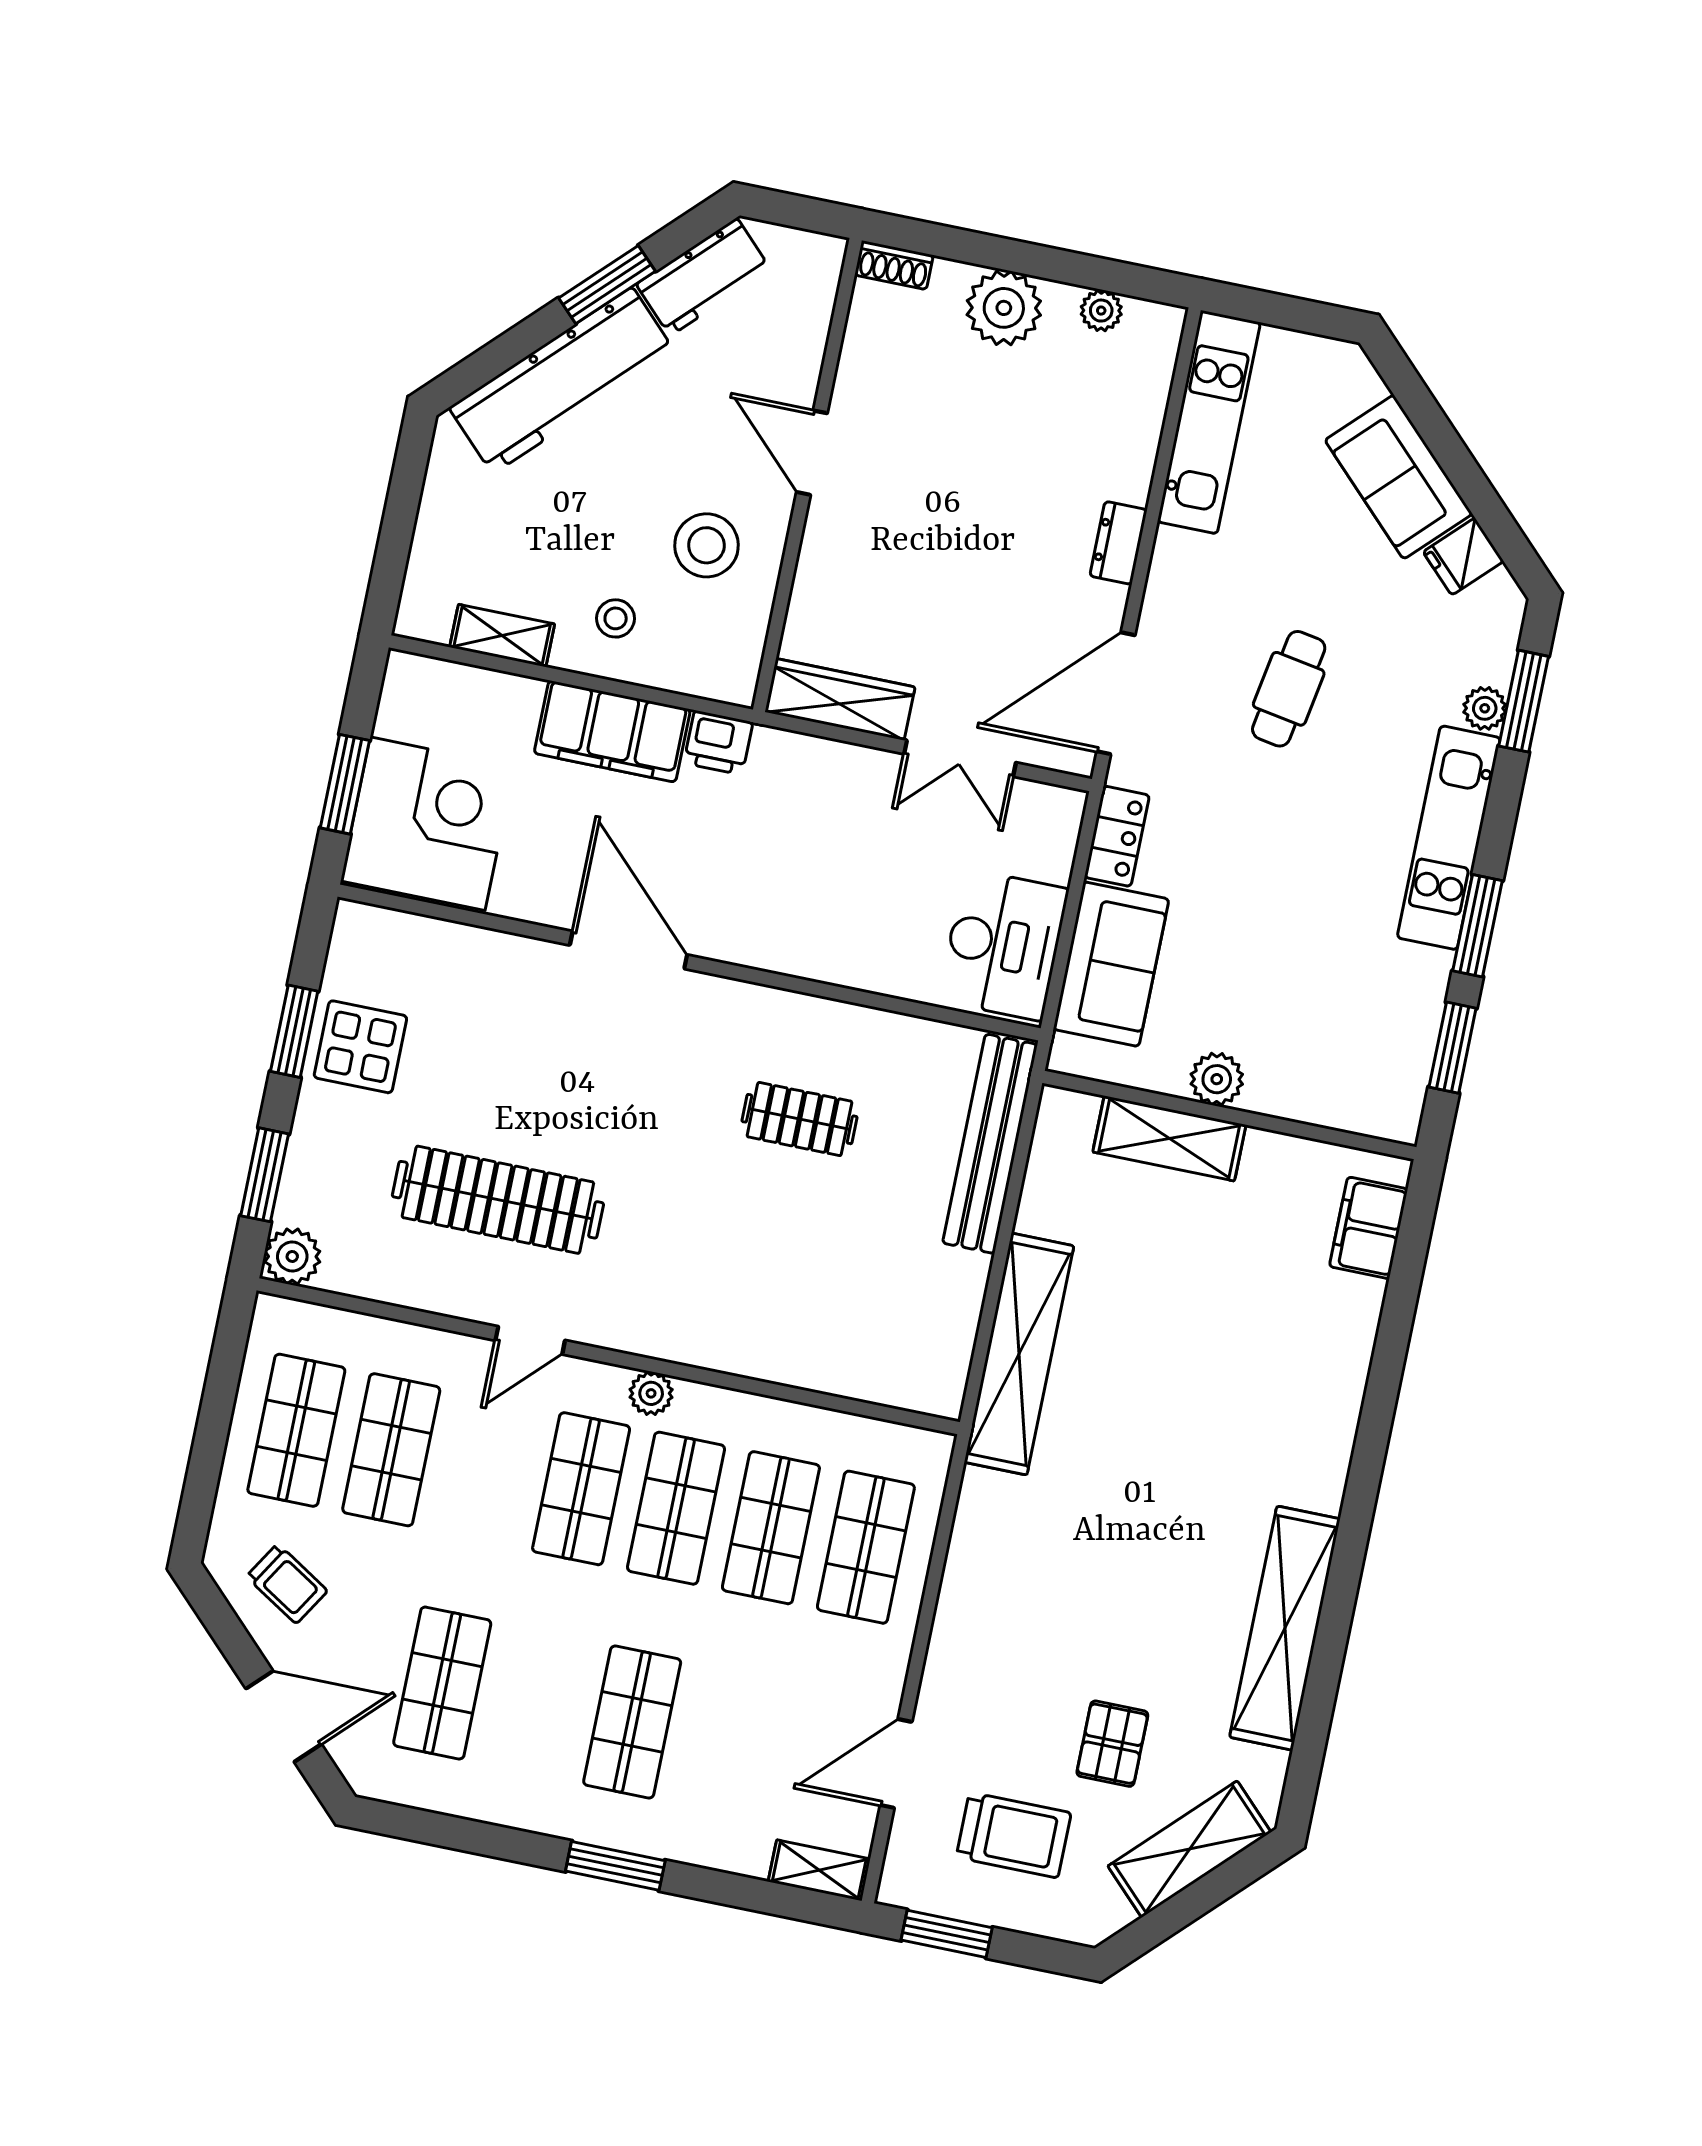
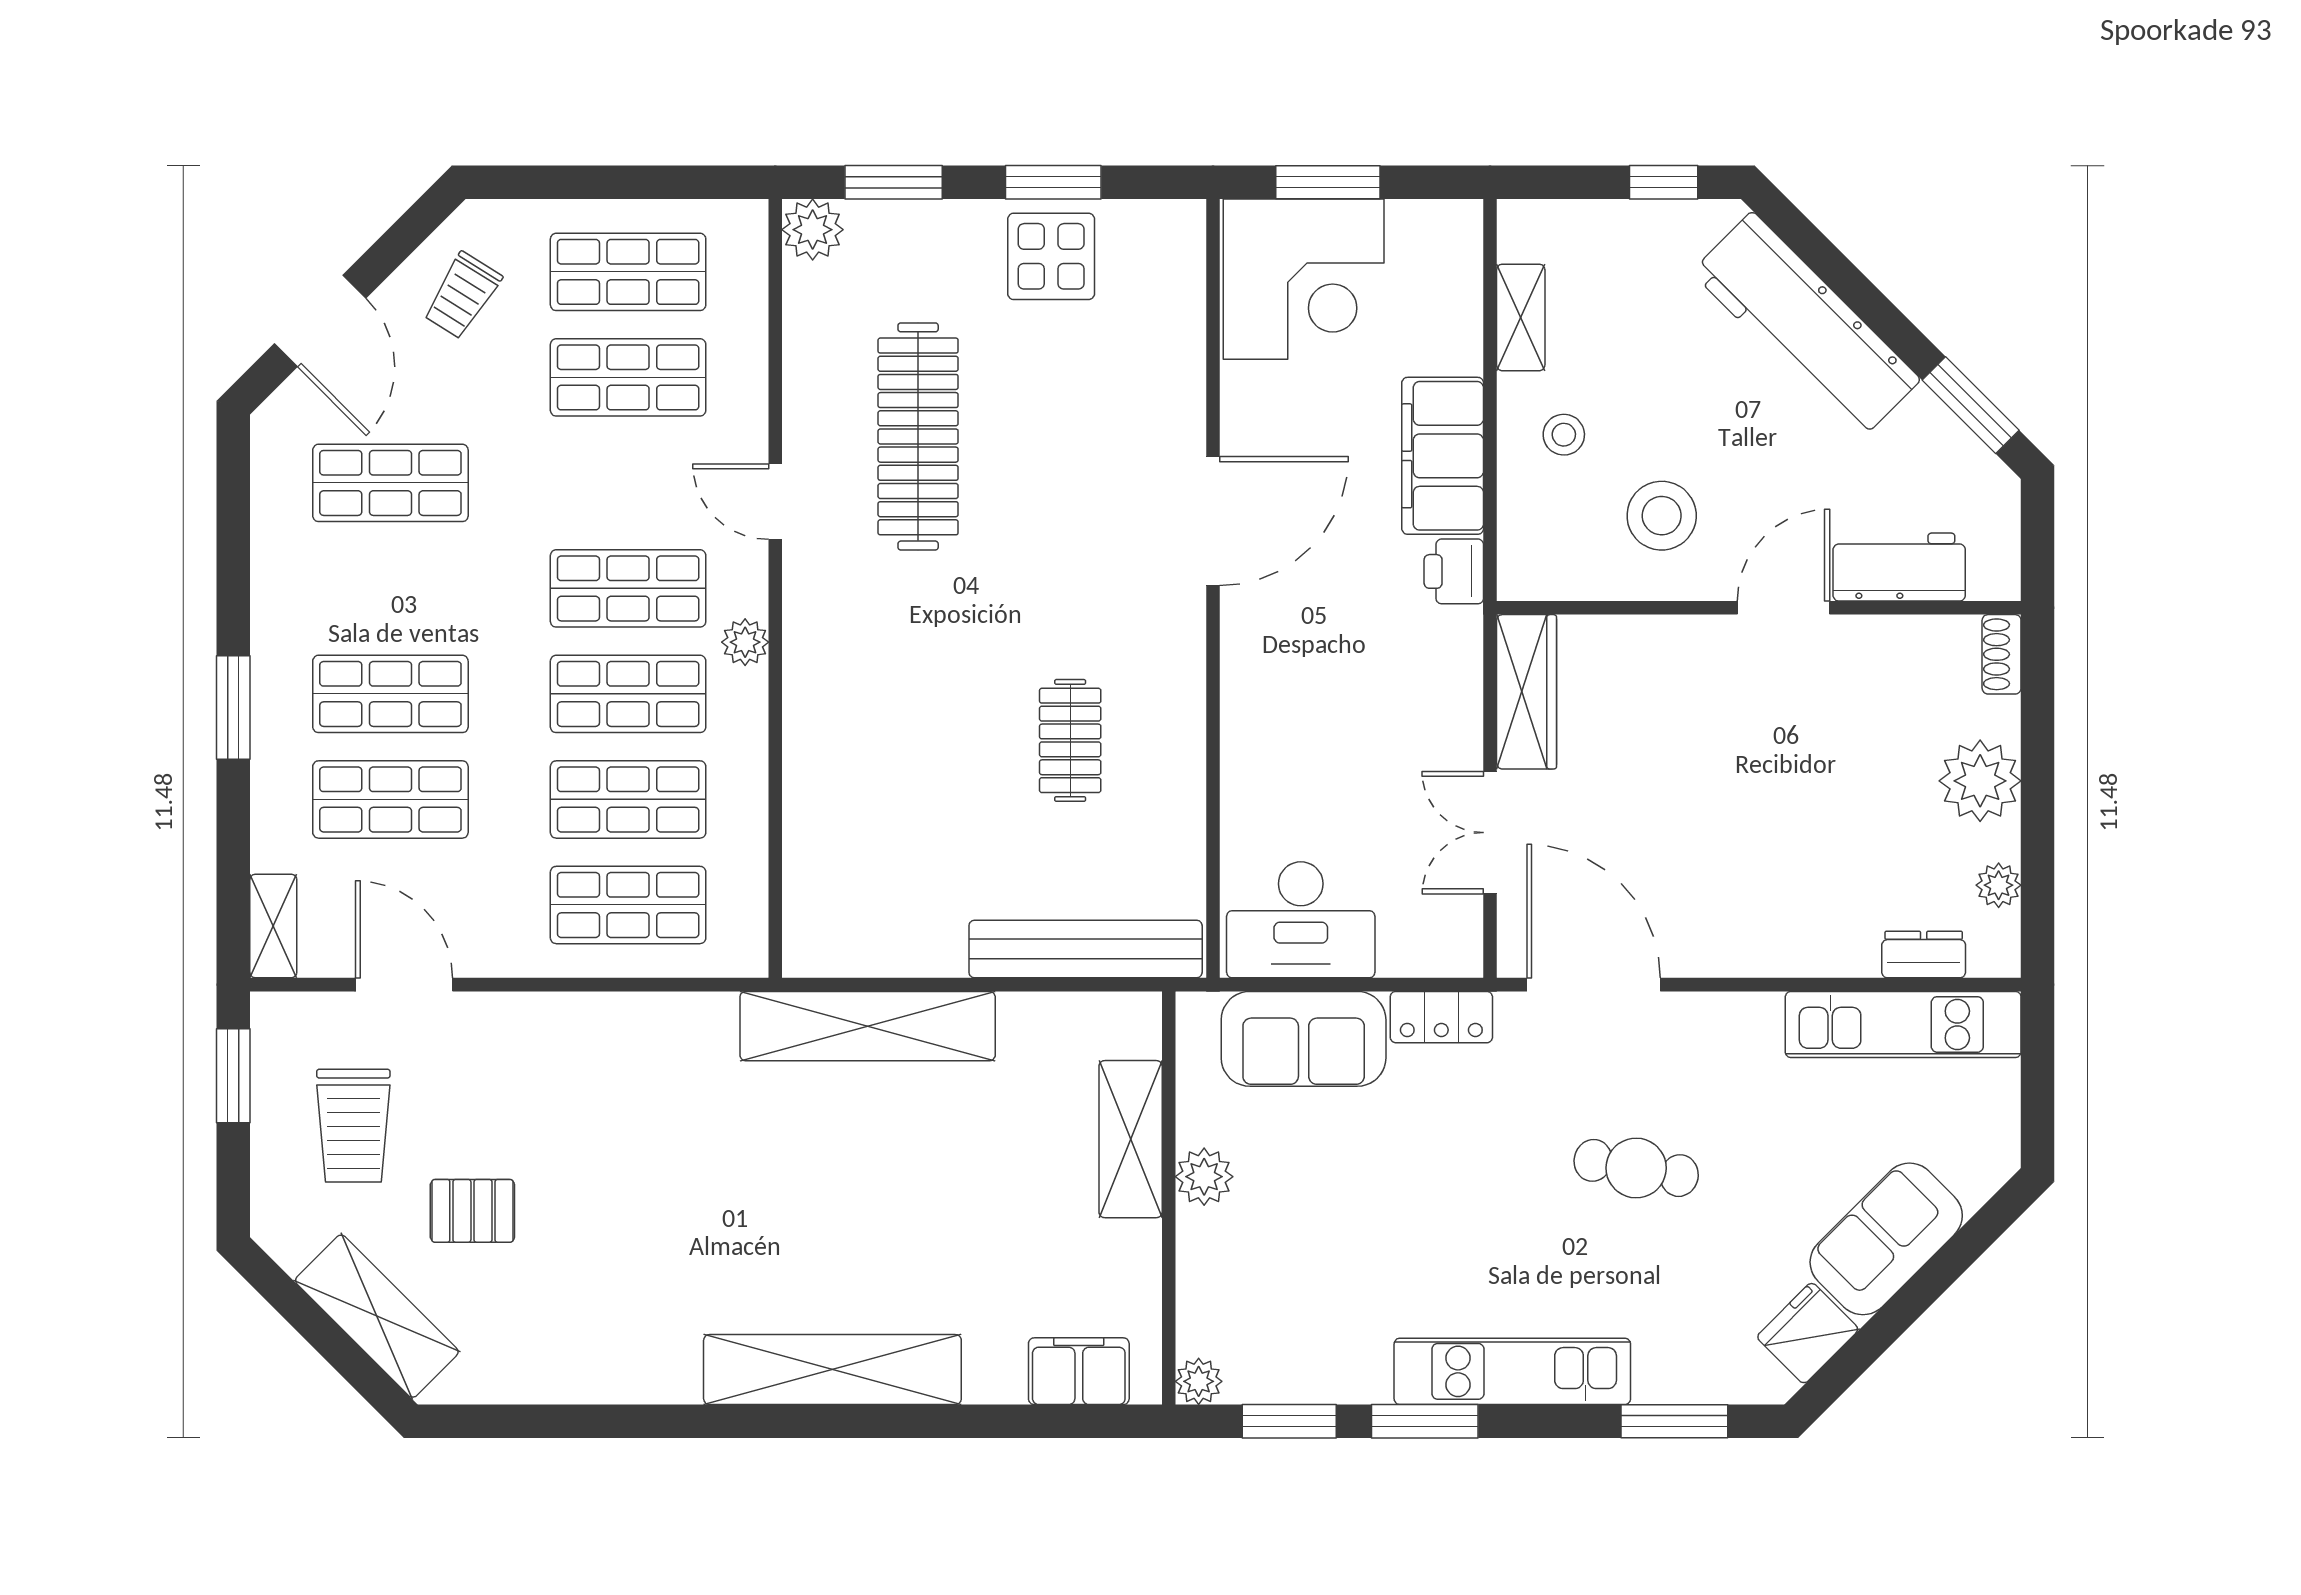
workbench: (703, 277) -> (1899, 567), moved, turned 135
window: (607, 285) -> (1971, 405), moved
window: (407, 482) -> (1664, 182), added
dresser: (1118, 543) -> (1924, 955), moved
fridge: (1463, 557) -> (1808, 1333), width x1.38
plant: (1485, 708) -> (1199, 1381), moved
shelving: (1285, 1628) -> (832, 1370), moved
shop shelf: (727, 1741) -> (390, 799), added

